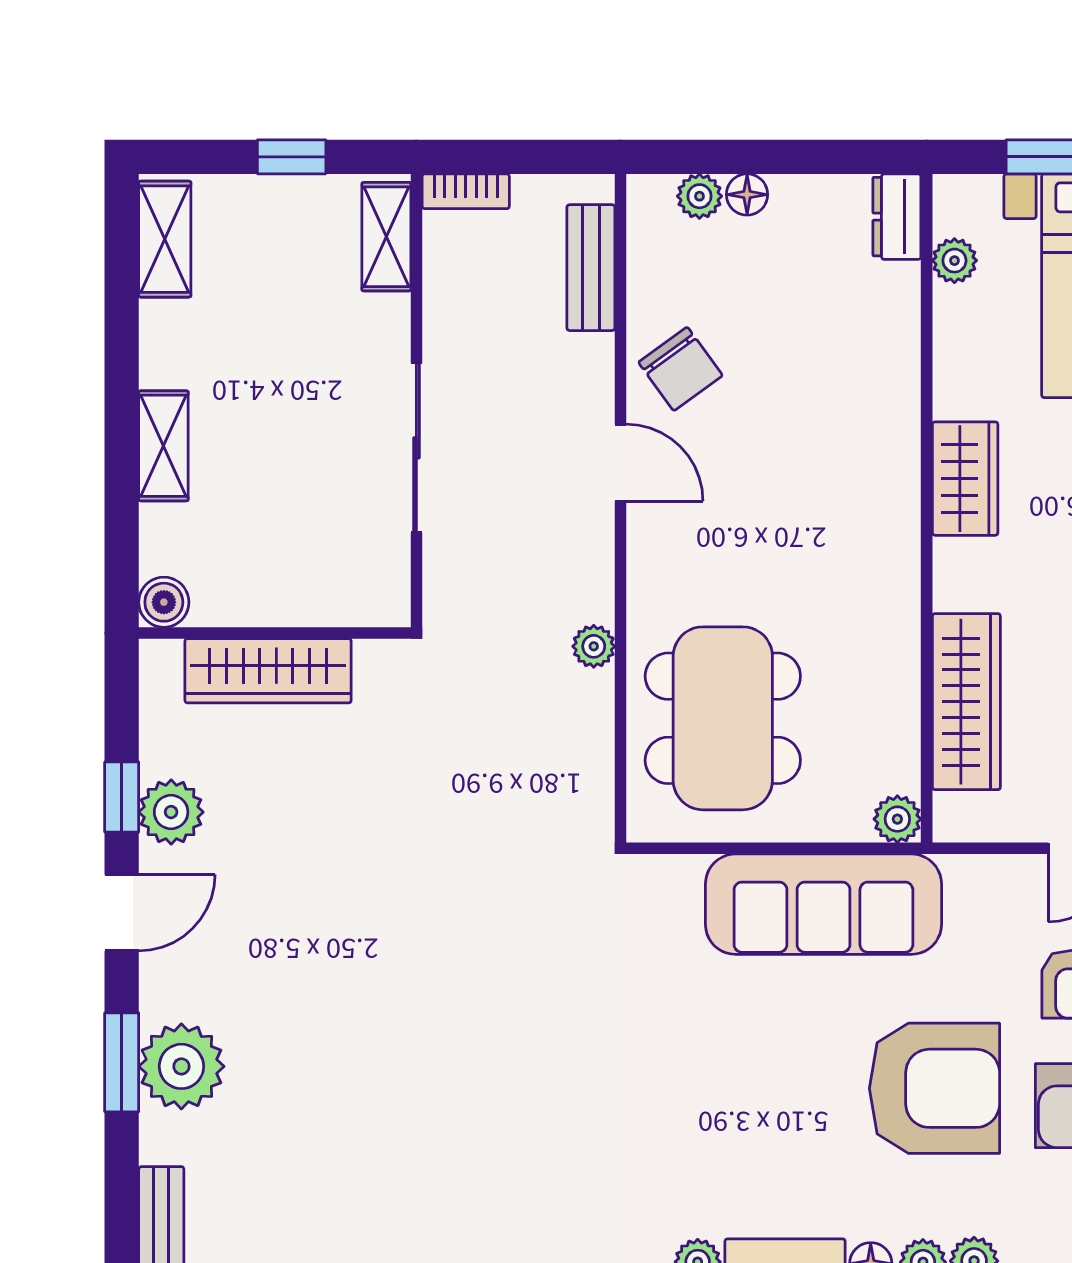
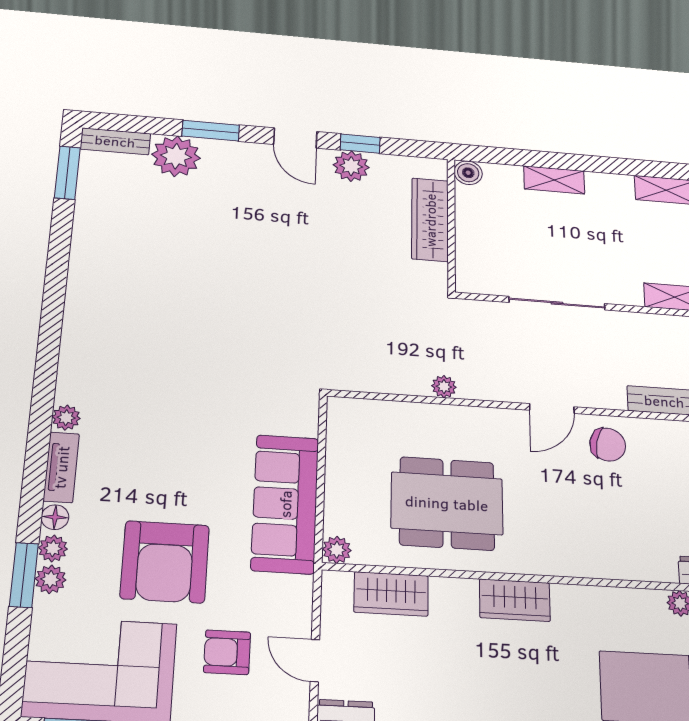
chair: (680, 369) -> (608, 445), turned -133
wardrobe: (965, 479) -> (515, 600), moved
wardrobe: (966, 702) -> (391, 594), width x0.67
dining table: (723, 718) -> (447, 503), moved
plant: (181, 1066) -> (176, 156), moved

